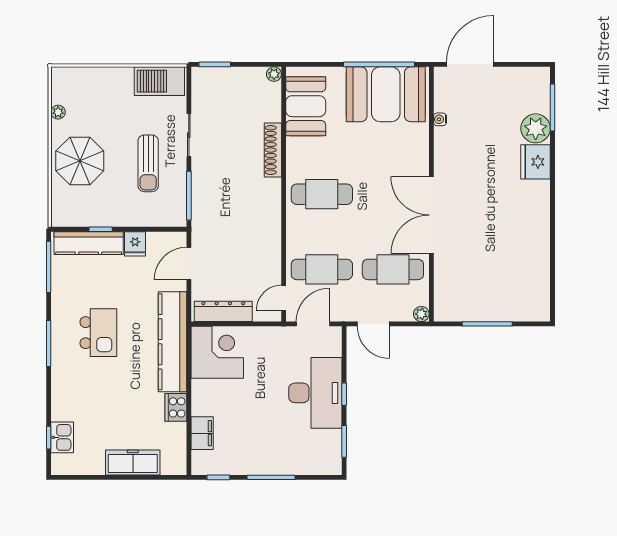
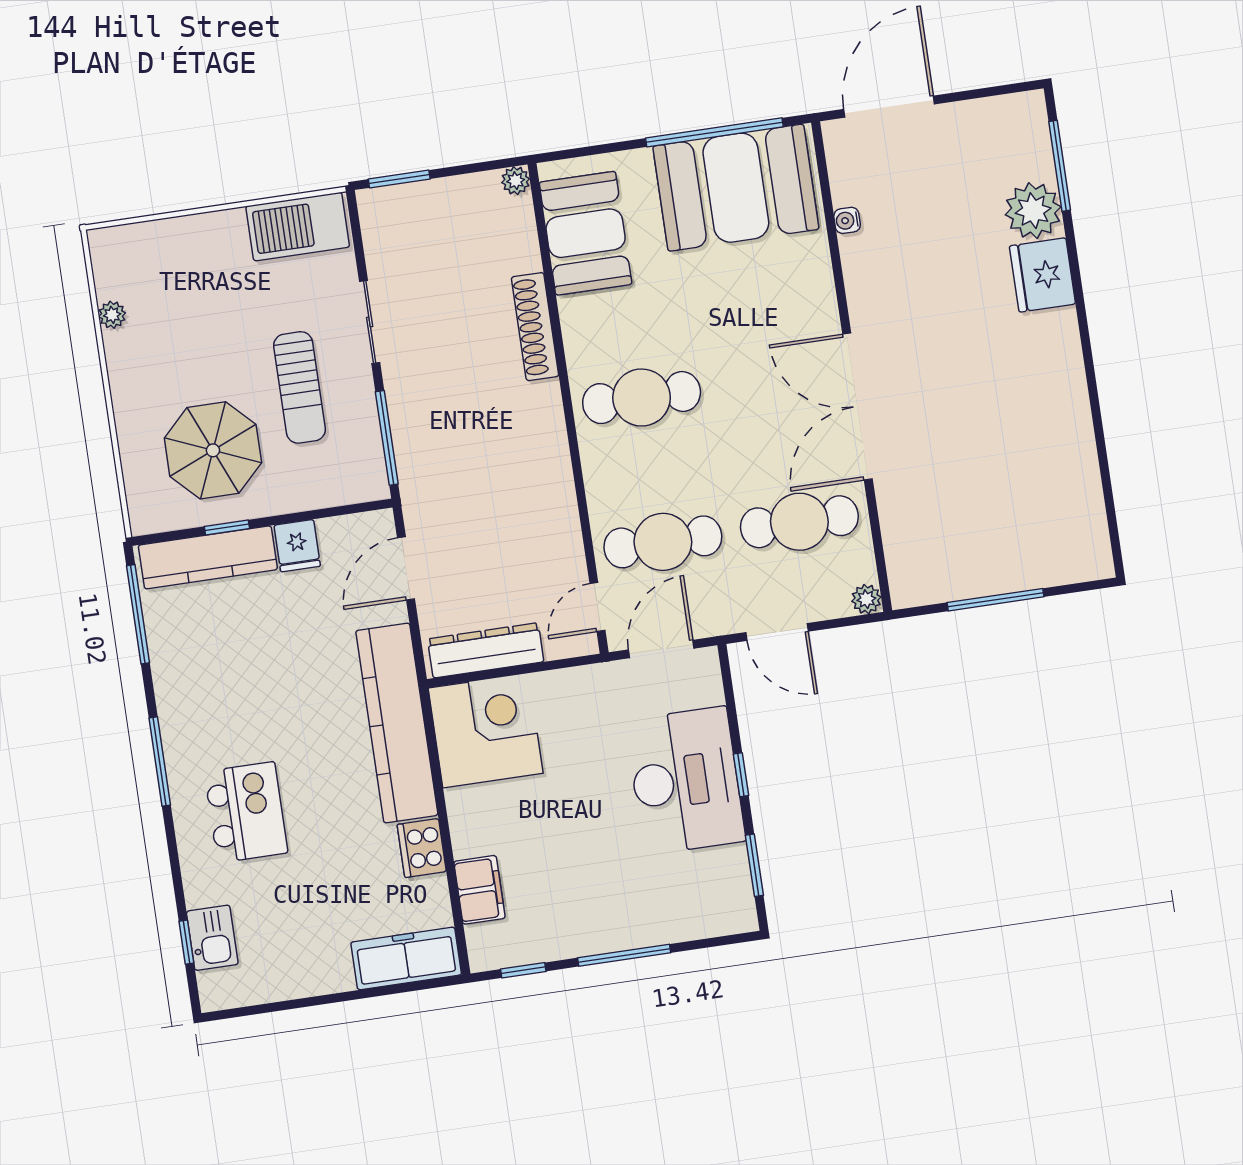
parasol: (80, 161) -> (213, 450), moved
kitchen island: (98, 333) -> (246, 812), moved
freezer: (133, 463) -> (406, 958), moved

